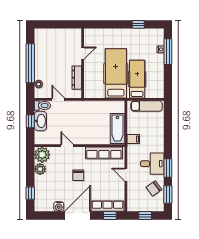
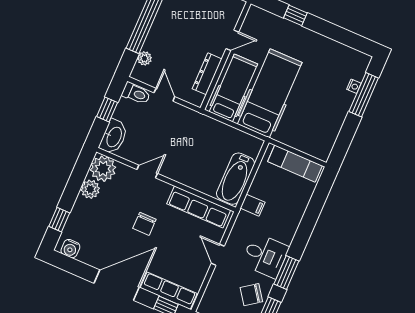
window: (138, 24) -> (295, 15), moved
hospital bed: (137, 79) -> (233, 88), moved
washbasin: (40, 121) -> (114, 137), moved
door: (67, 146) -> (147, 171), hinge flipped
water cooler: (59, 206) -> (70, 249), moved

